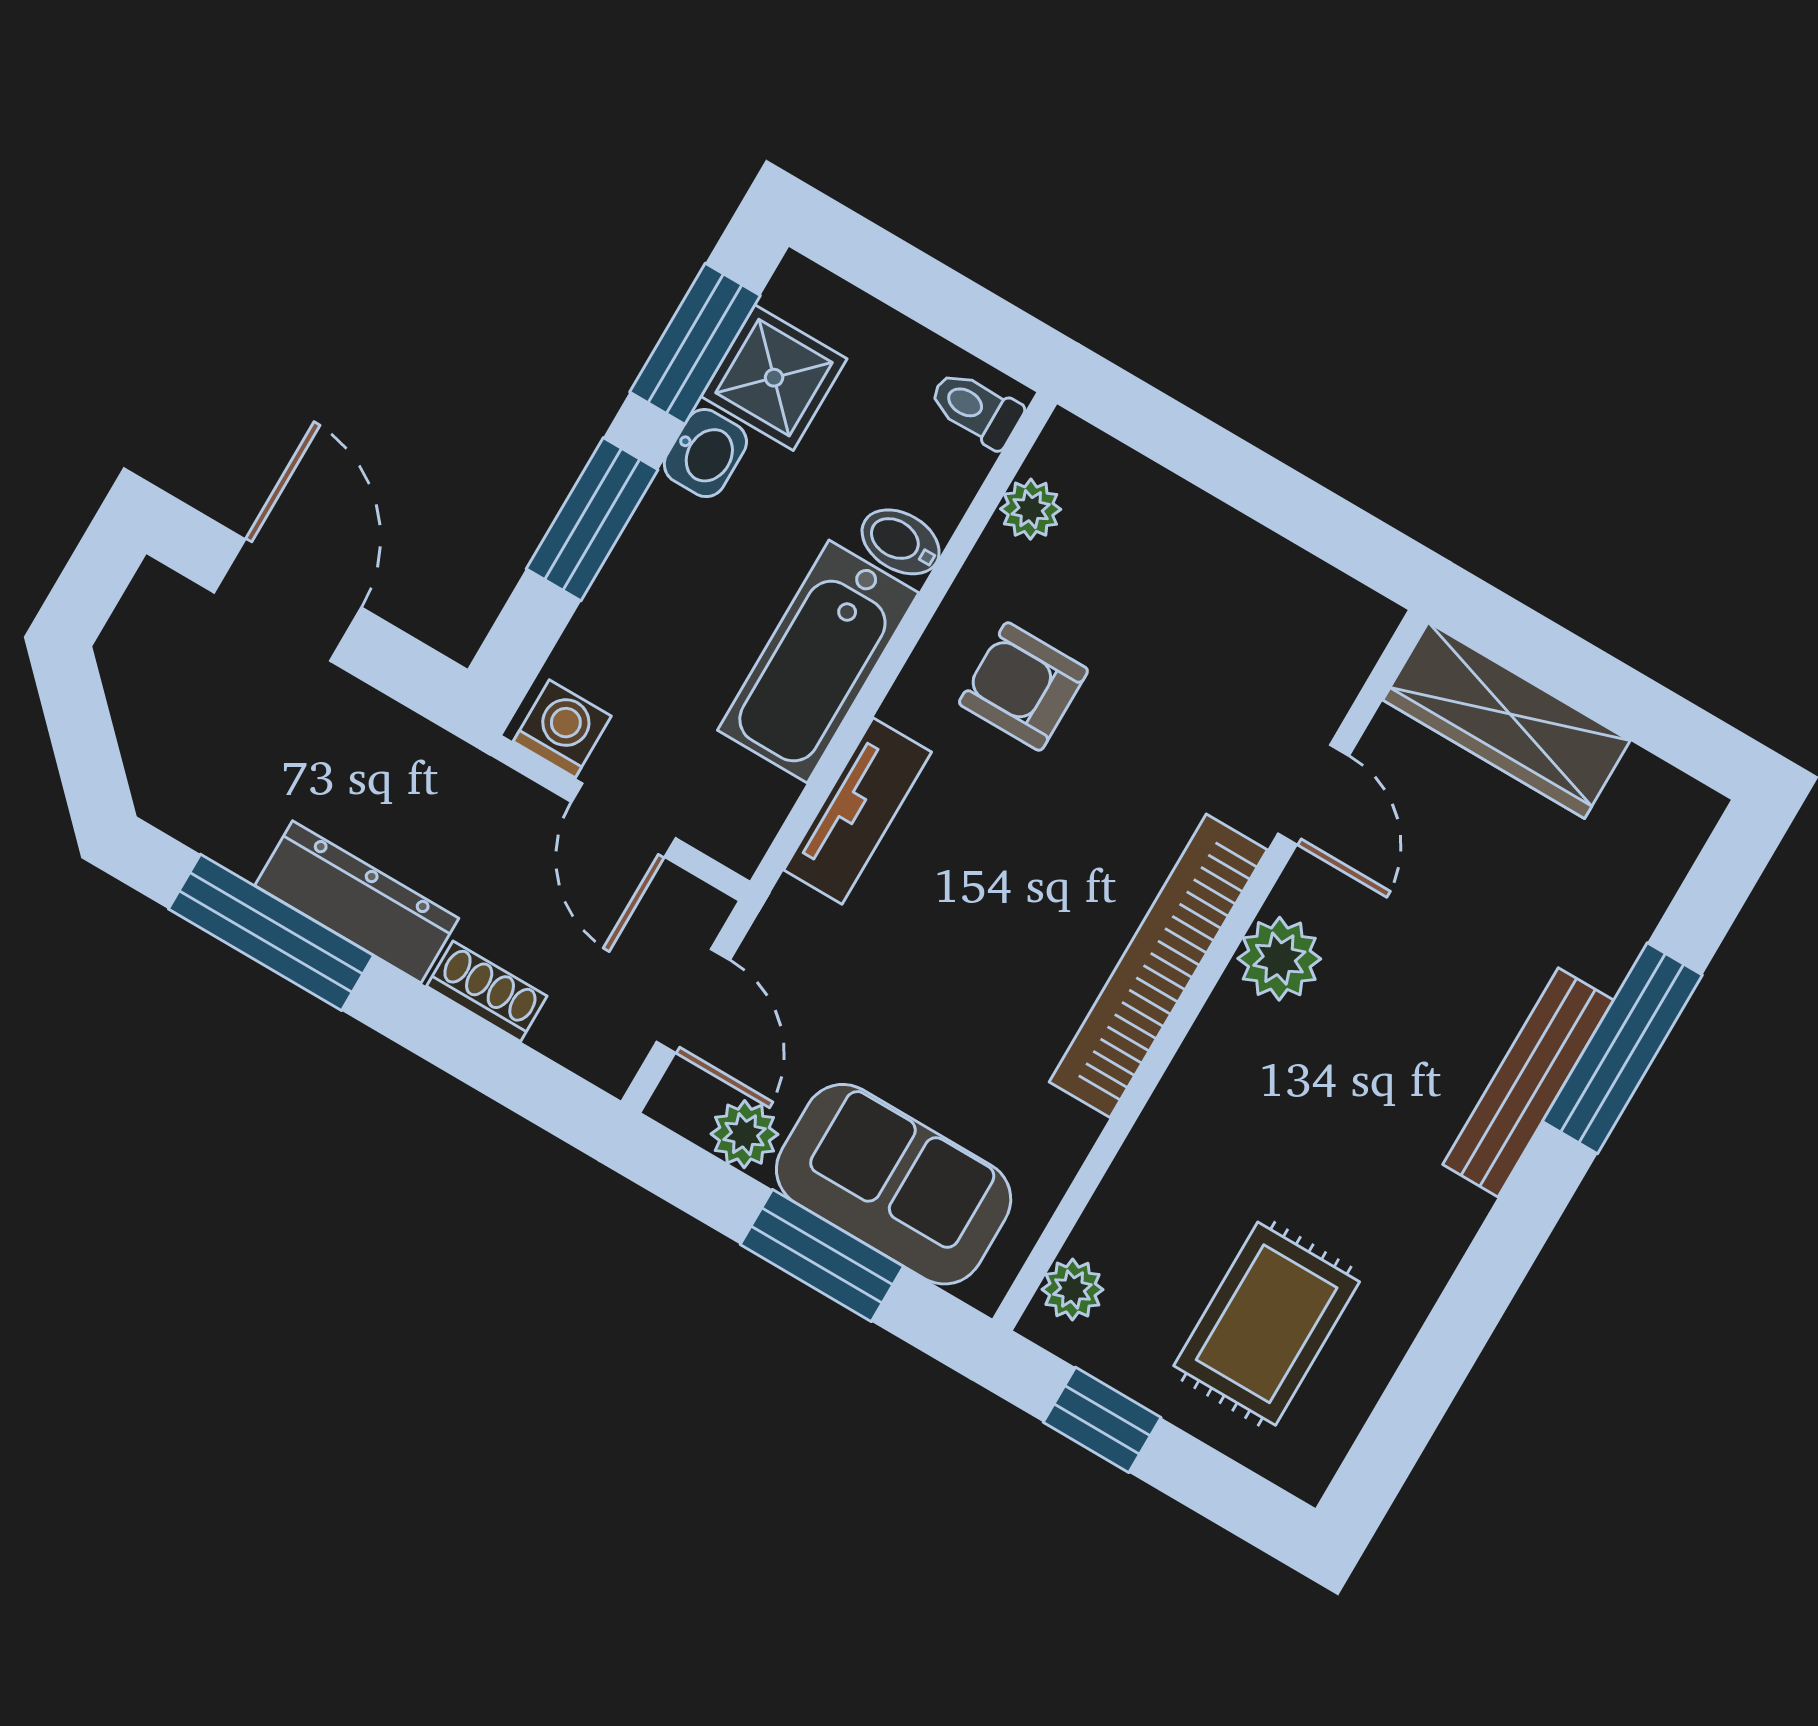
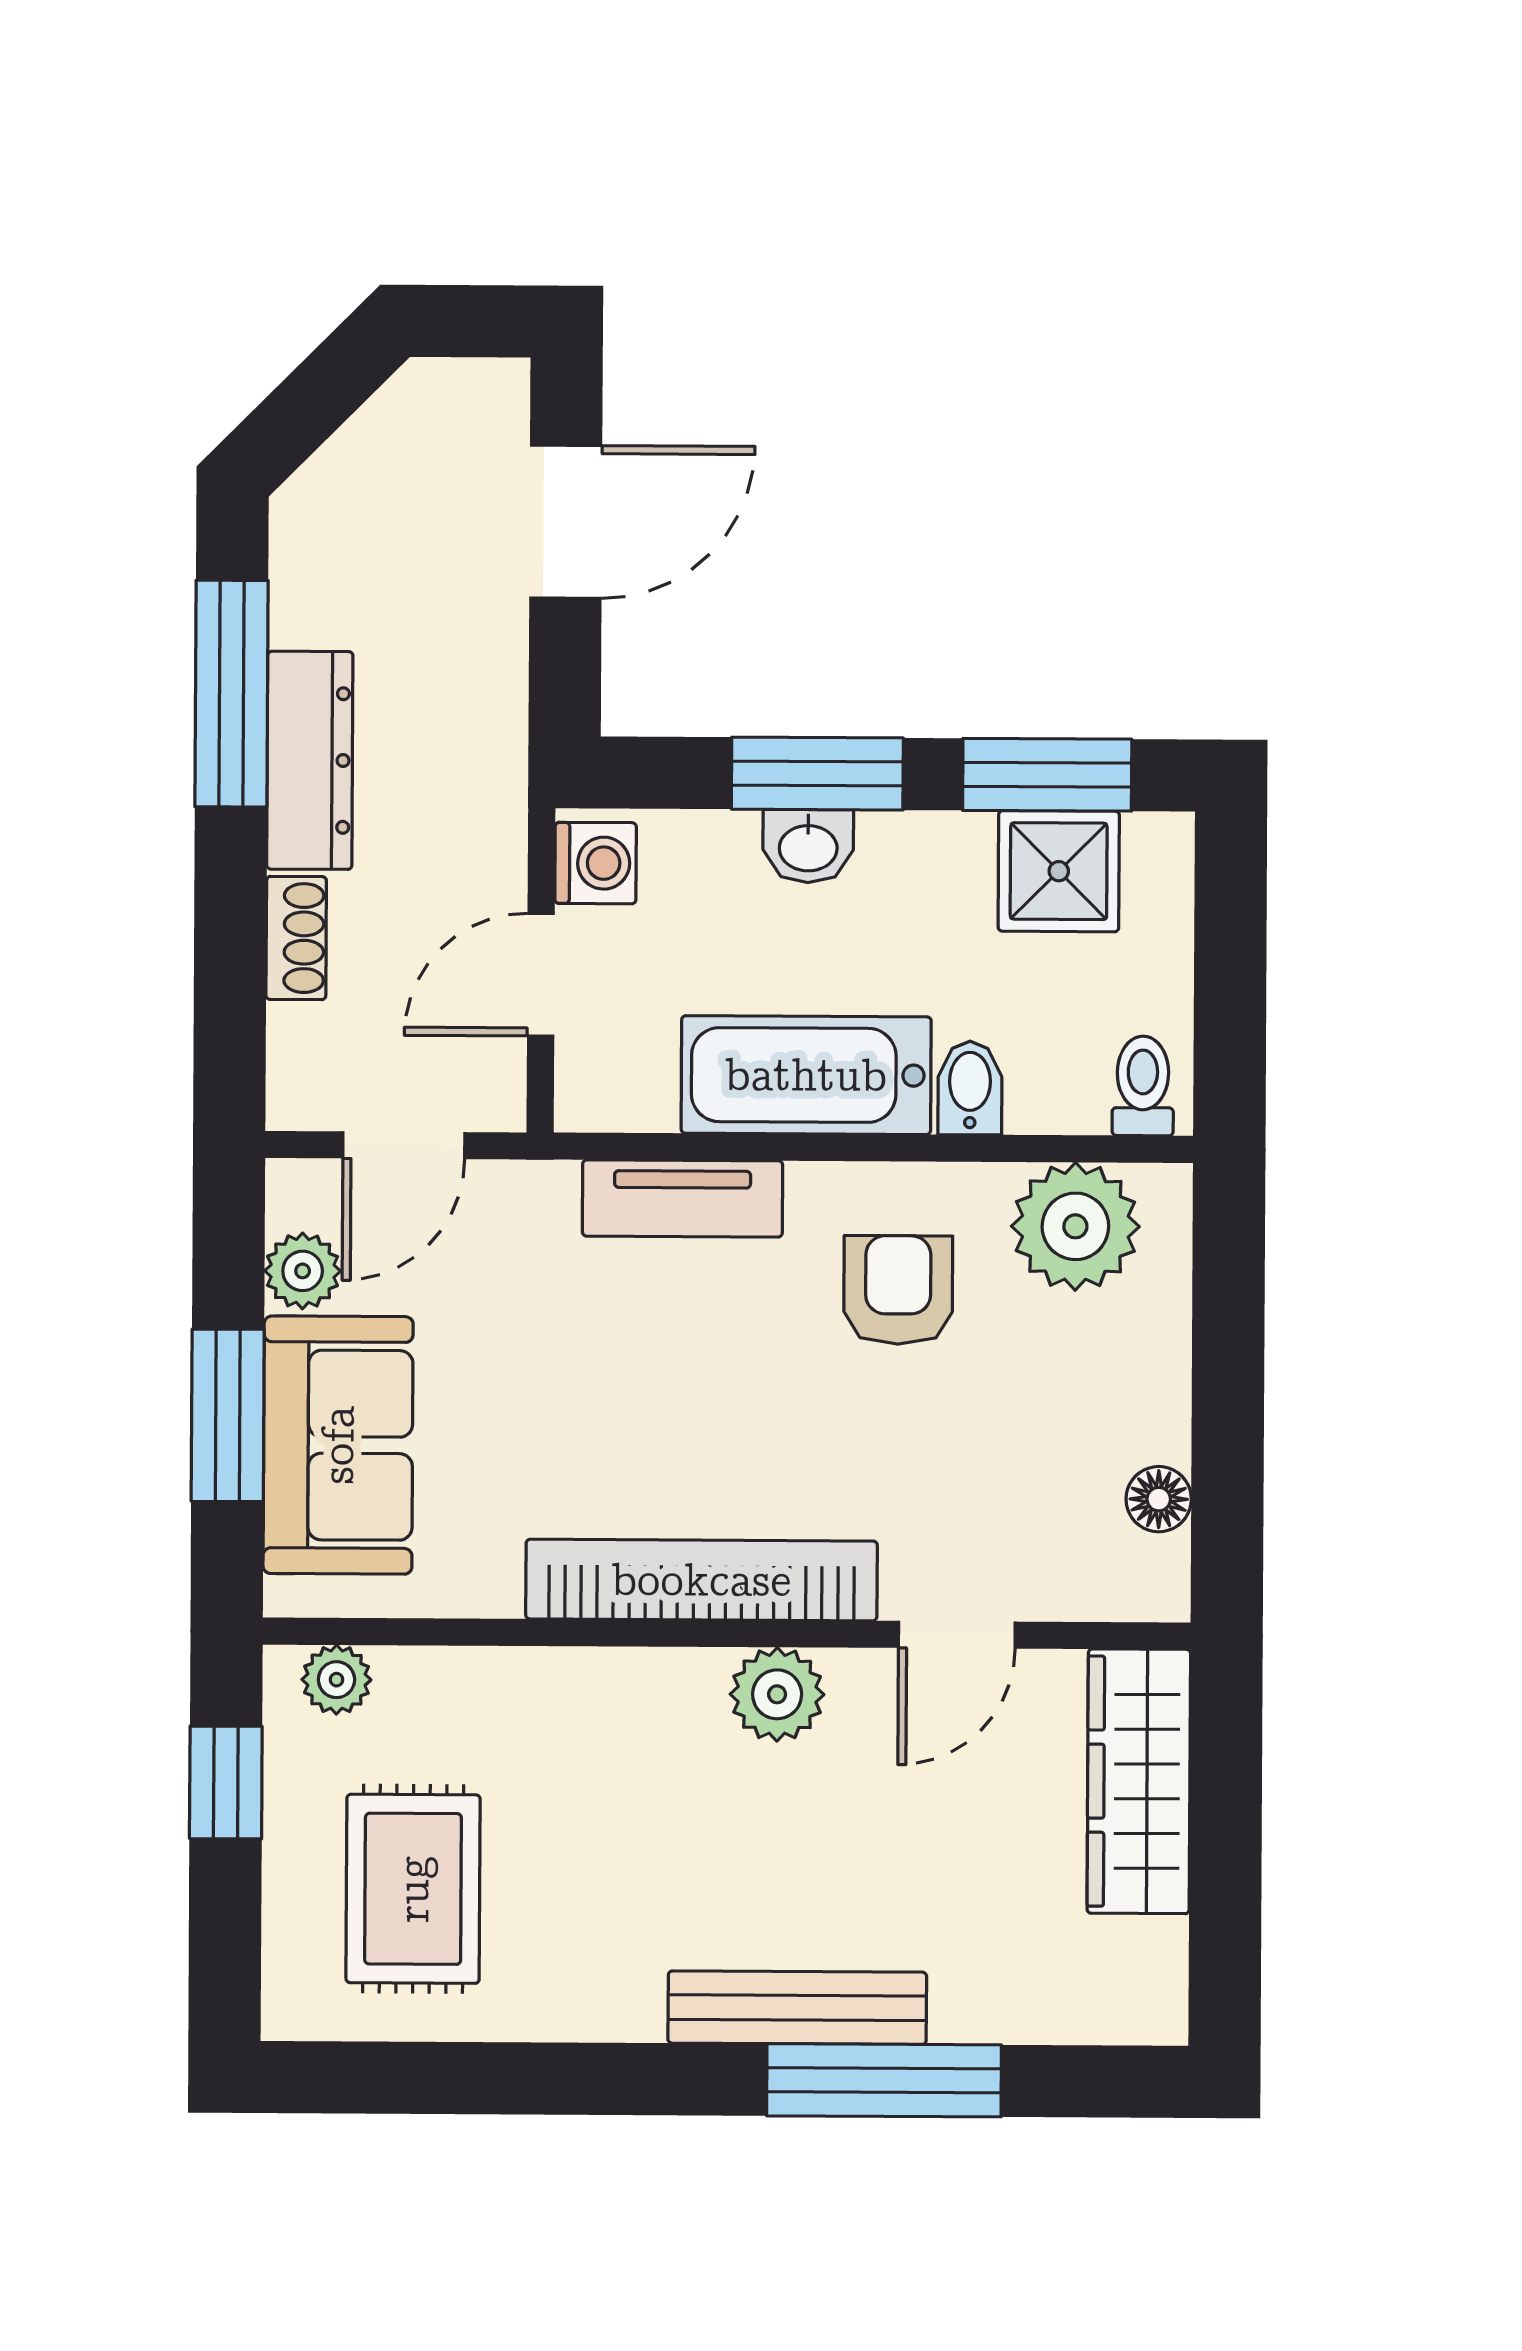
washbasin: (705, 453) -> (808, 846), moved
plant: (1031, 509) -> (1075, 1226), width x1.88, depth x1.88
floor lamp: (1299, 580) -> (1159, 1499), added
rug: (1267, 1324) -> (413, 1889), turned 90

